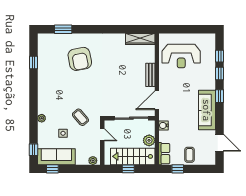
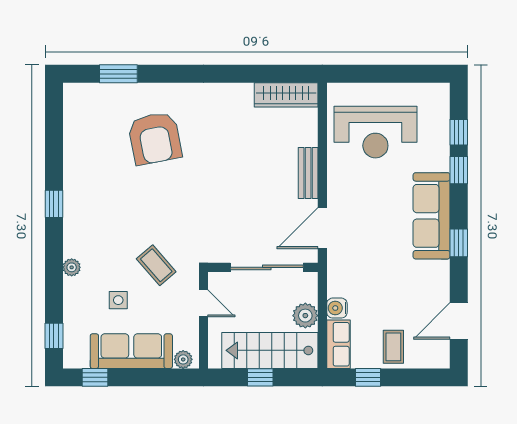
window: (33, 63) -> (54, 204), moved
window: (220, 96) -> (459, 243), moved
sofa: (207, 110) -> (432, 216), moved
water cooler: (164, 125) -> (337, 308), moved
door: (220, 143) -> (459, 321), swing flipped
sofa: (56, 157) -> (131, 351), moved

